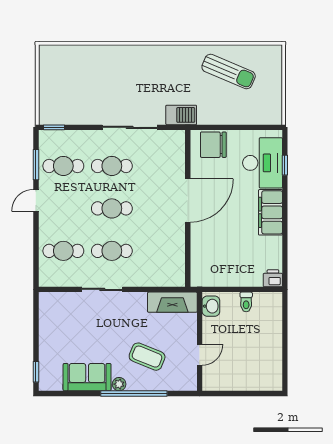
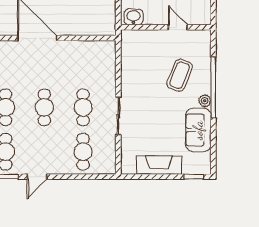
door: (36, 200) -> (37, 177), hinge flipped
fireplace: (172, 302) -> (159, 165), moved, turned -90

